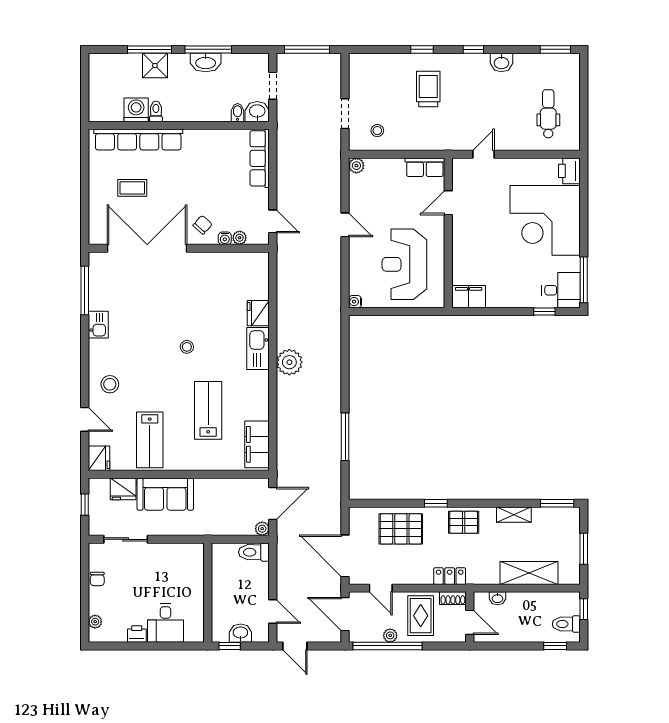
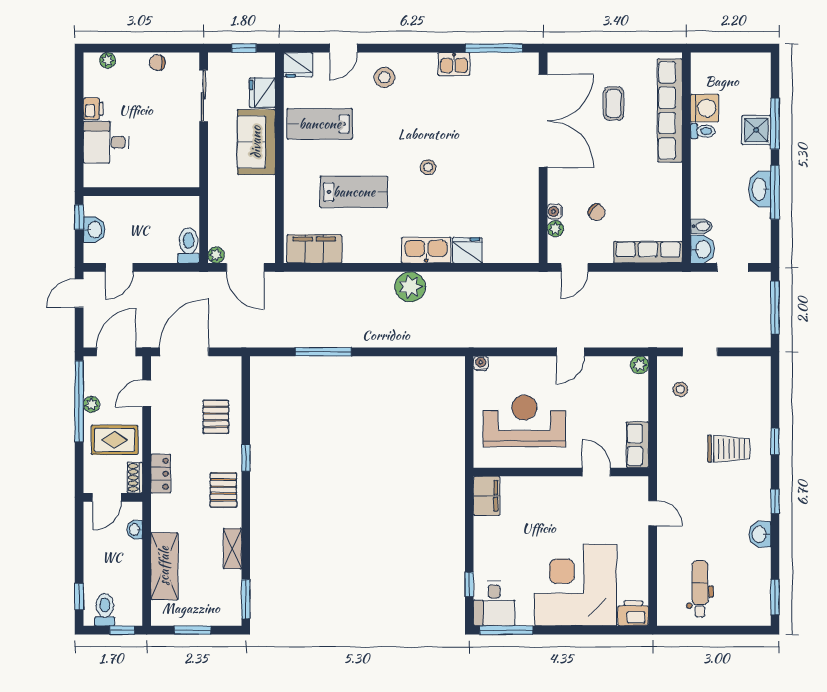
dental chair: (548, 114) -> (700, 589), turned -90
chair: (203, 225) -> (597, 212), moved
pallet: (401, 529) -> (216, 417), width x0.67, depth x0.71

